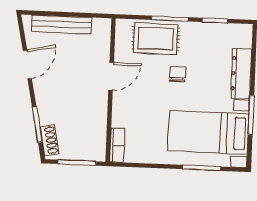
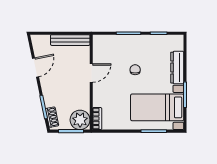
bench: (61, 24) -> (70, 40), moved
rug: (156, 39) -> (120, 47), removed
plant: (91, 146) -> (80, 120), added

